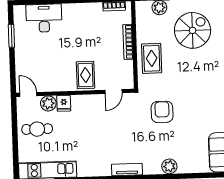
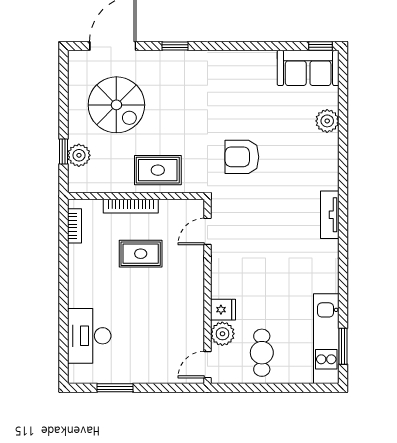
spiral stairs: (193, 30) -> (116, 105), turned 180
rug: (85, 75) -> (141, 254), moved
door: (113, 91) -> (207, 231), swing flipped
plant: (169, 166) -> (327, 121), moved

